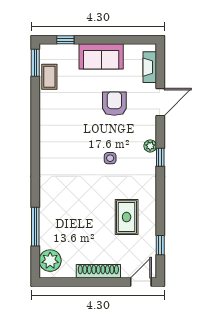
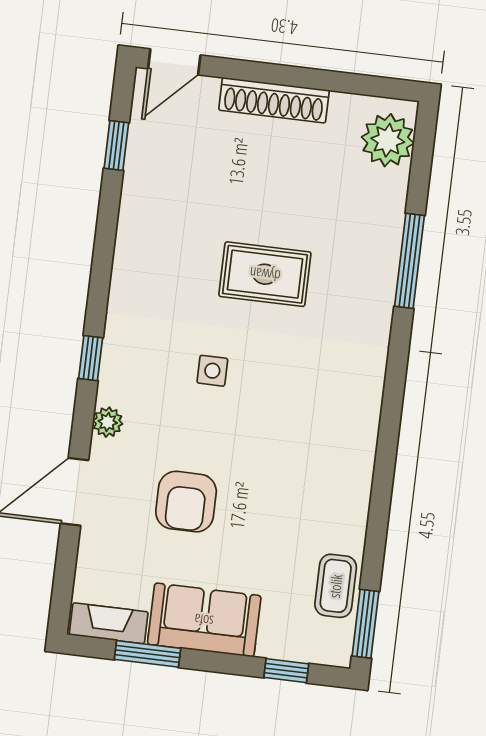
window: (123, 40) -> (147, 654), added
fireplace: (150, 67) -> (109, 623), moved, turned -90
plant: (150, 146) -> (108, 422), moved
rug: (127, 217) -> (265, 274), moved, turned 90
window: (35, 227) -> (409, 261), moved

